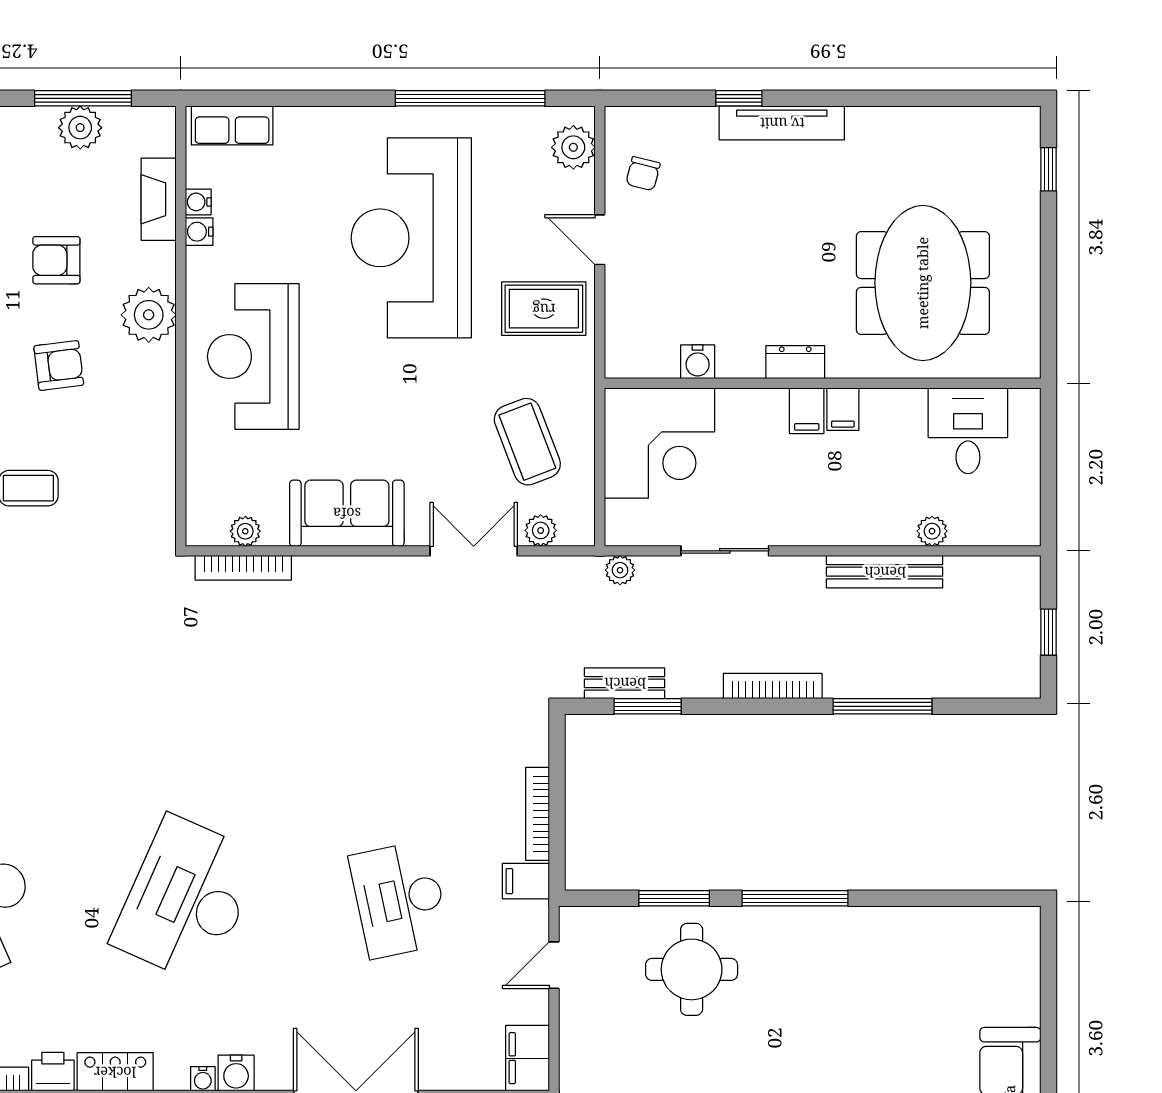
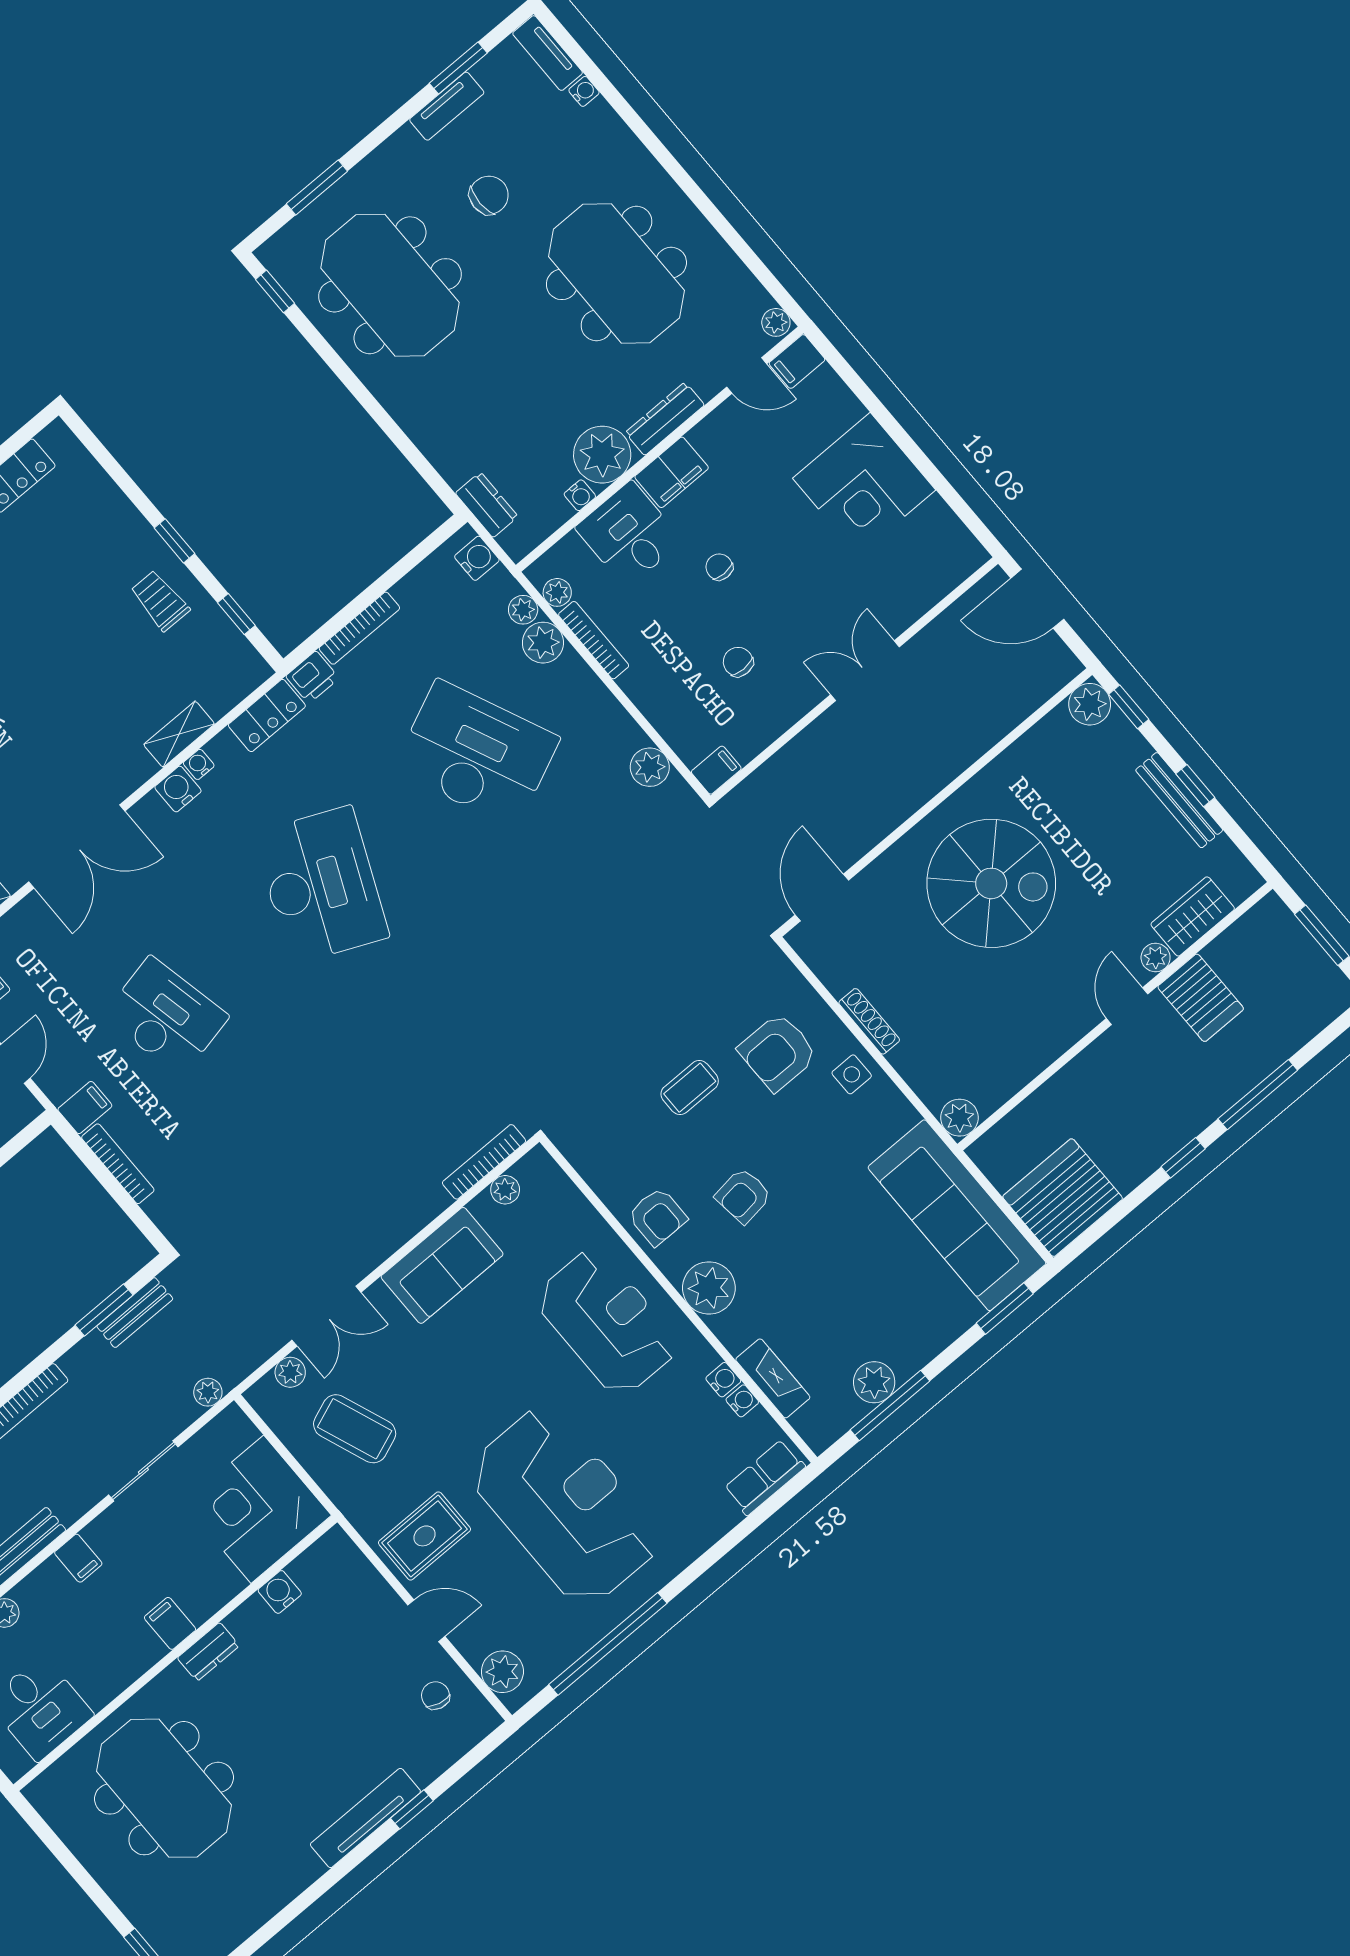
armchair: (56, 260) -> (657, 1217), moved, turned 90
filing cabinet: (843, 409) -> (78, 1558), moved, turned 180

